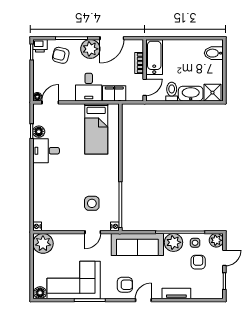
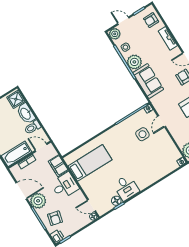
door: (93, 232) -> (162, 121), swing flipped
sofa: (137, 244) -> (148, 81), width x0.73
armchair: (198, 262) -> (151, 20), moved

